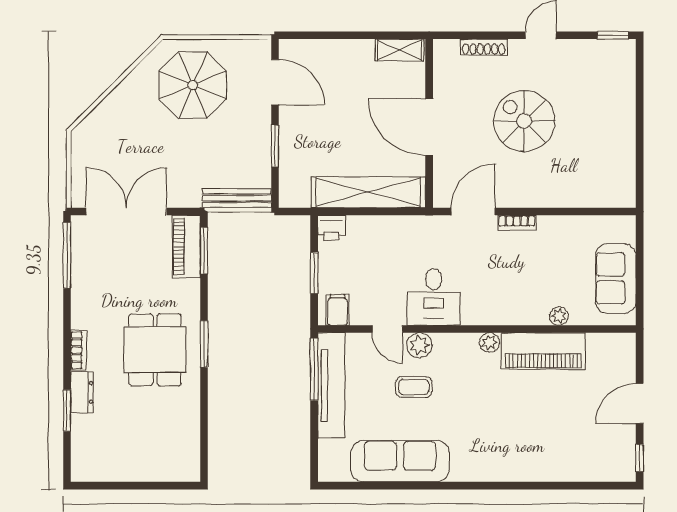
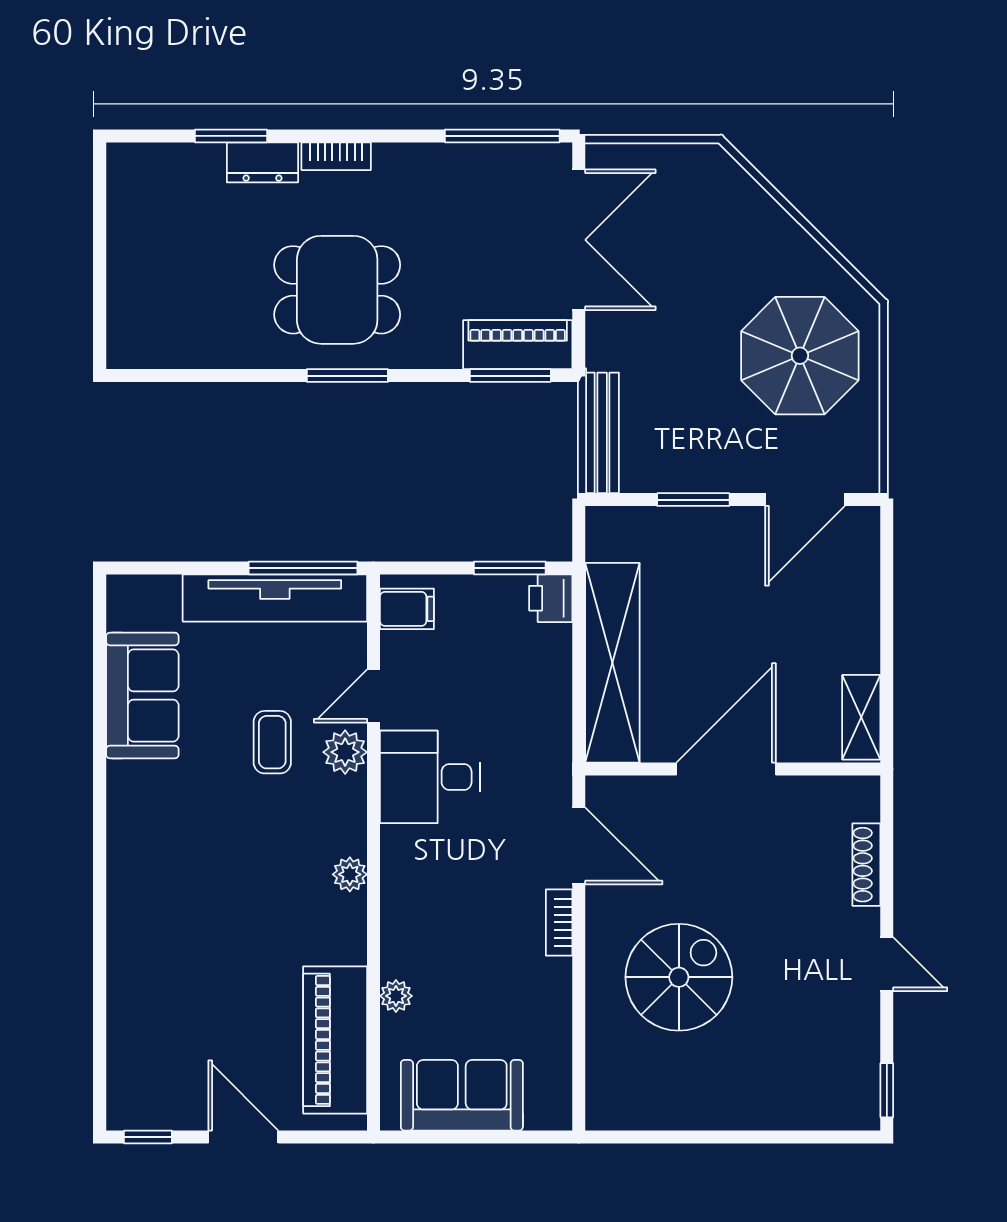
spiral stairs: (524, 121) -> (679, 977), moved
window: (314, 273) -> (510, 568), moved
piano: (543, 351) -> (335, 1040), moved
sofa: (400, 461) -> (142, 696), width x0.73

